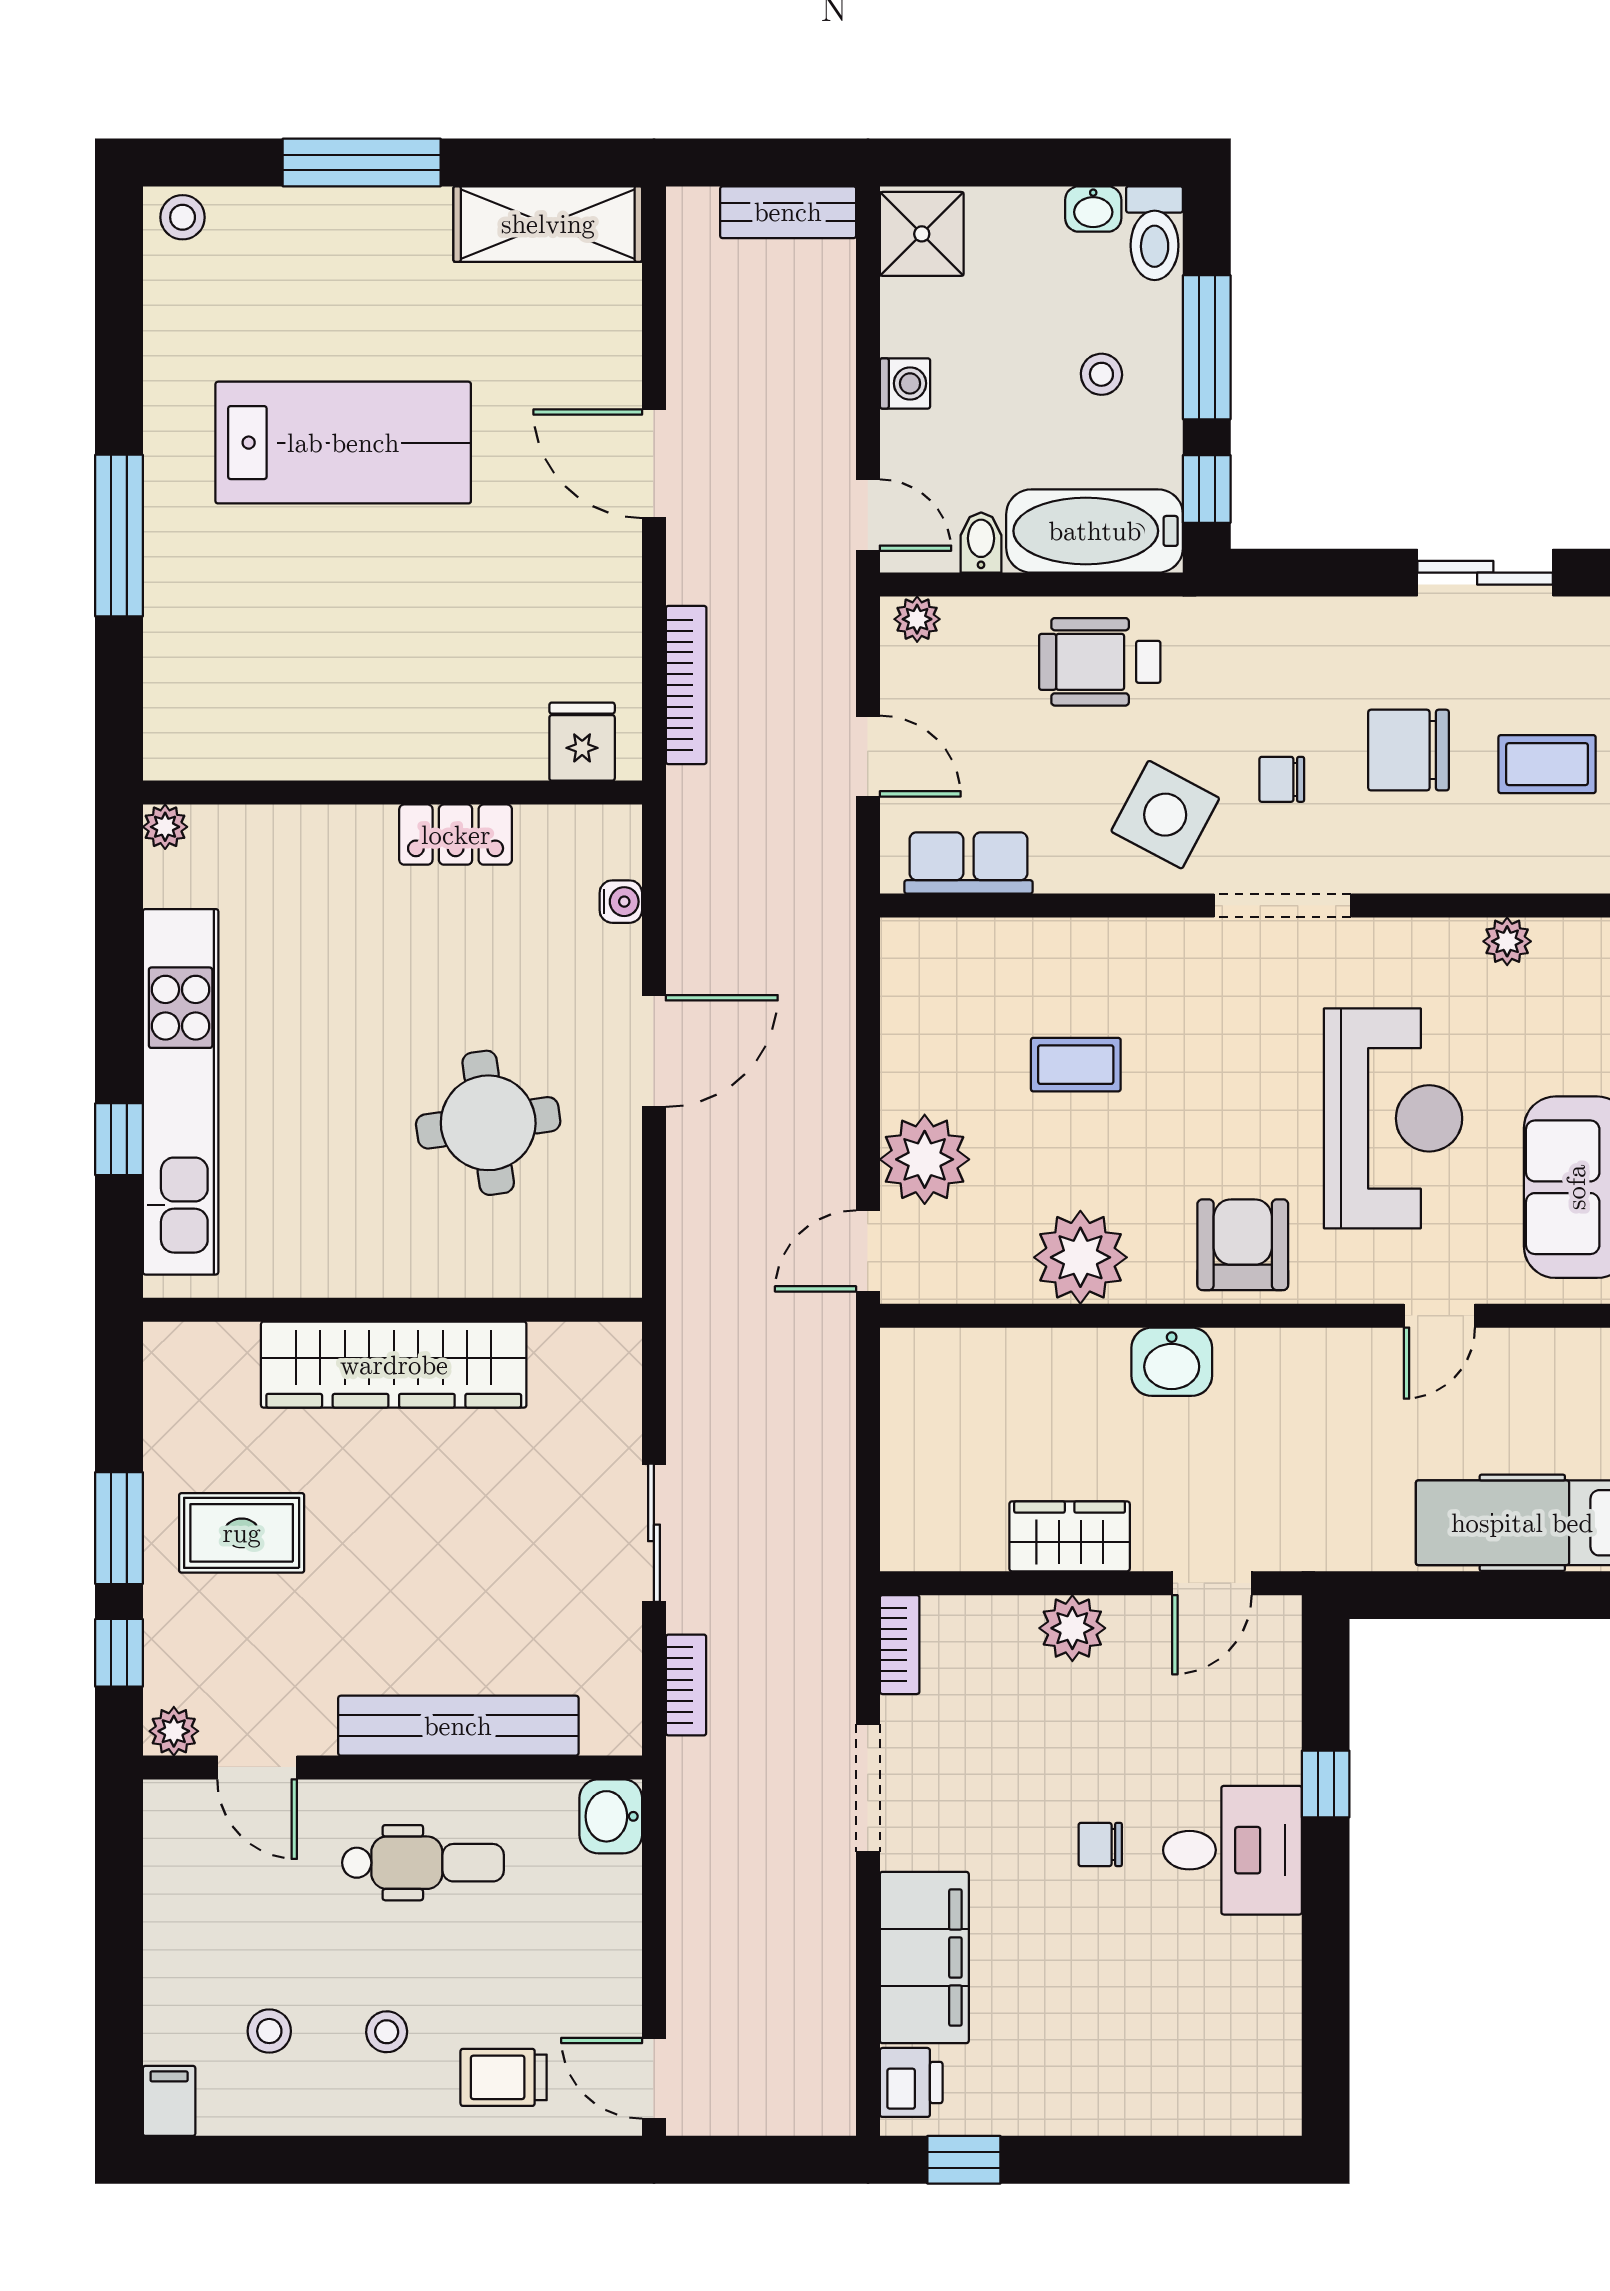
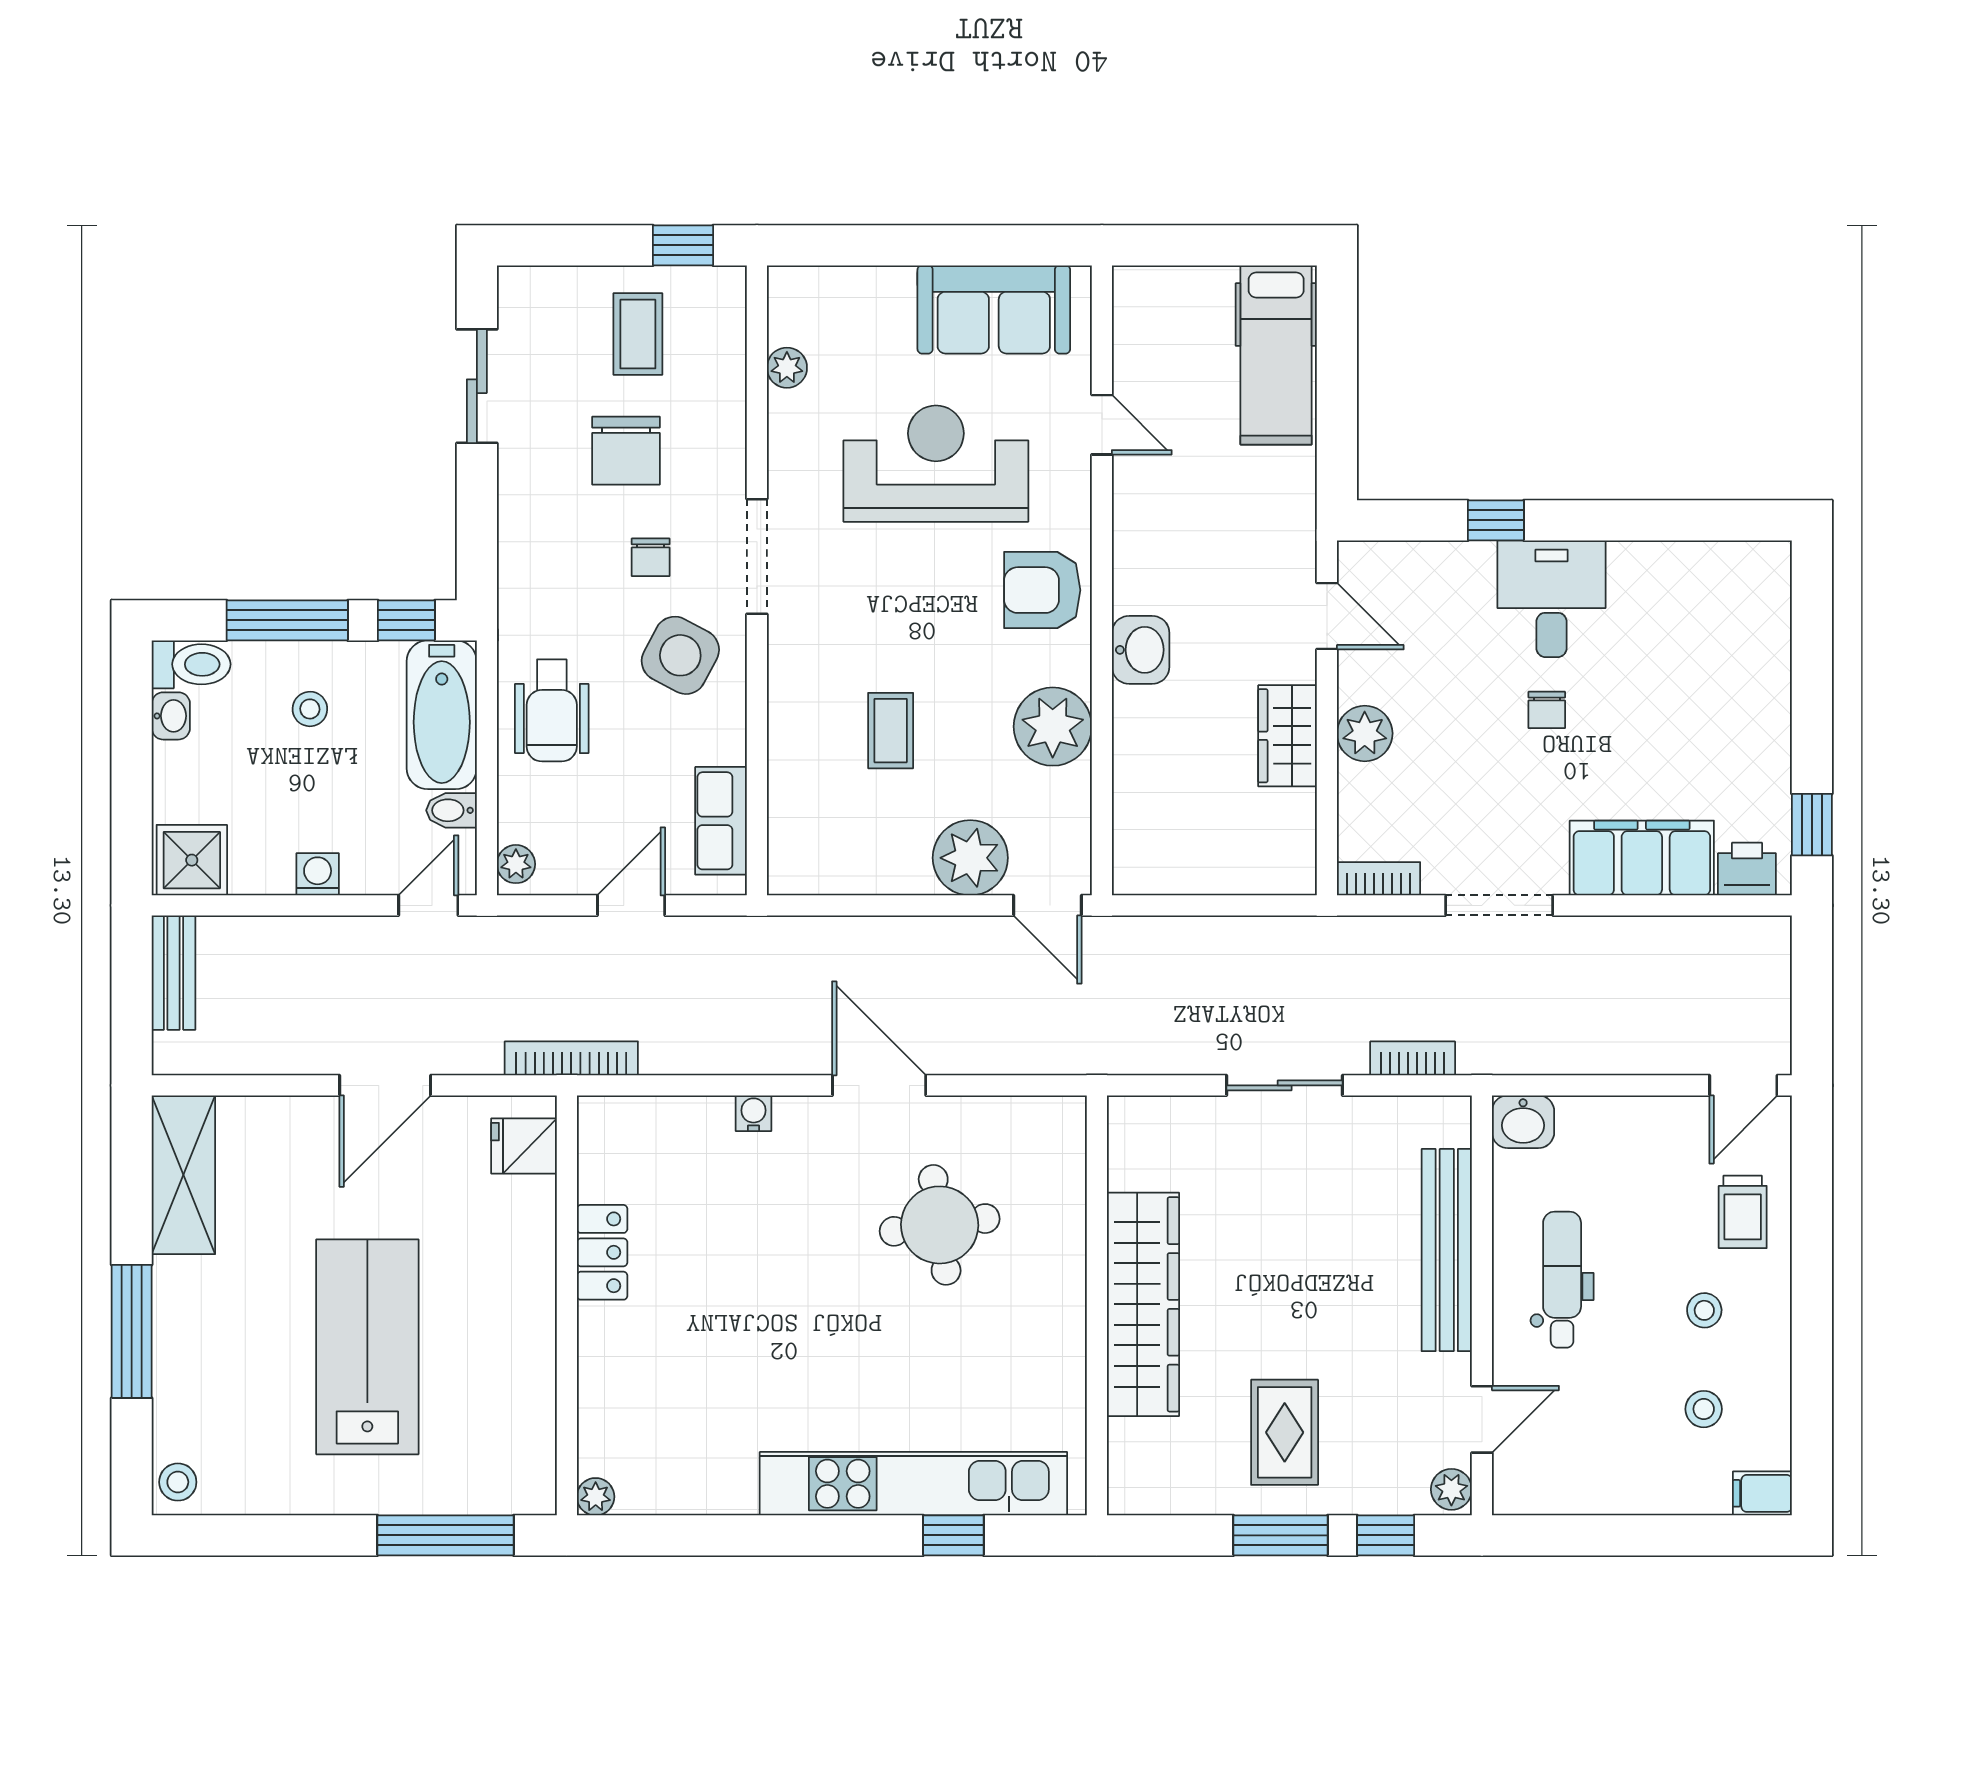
fridge: (582, 742) -> (524, 1146), moved
wall: (392, 793) -> (567, 1305), moved
plant: (165, 827) -> (596, 1497), moved
locker: (456, 835) -> (602, 1252), moved

